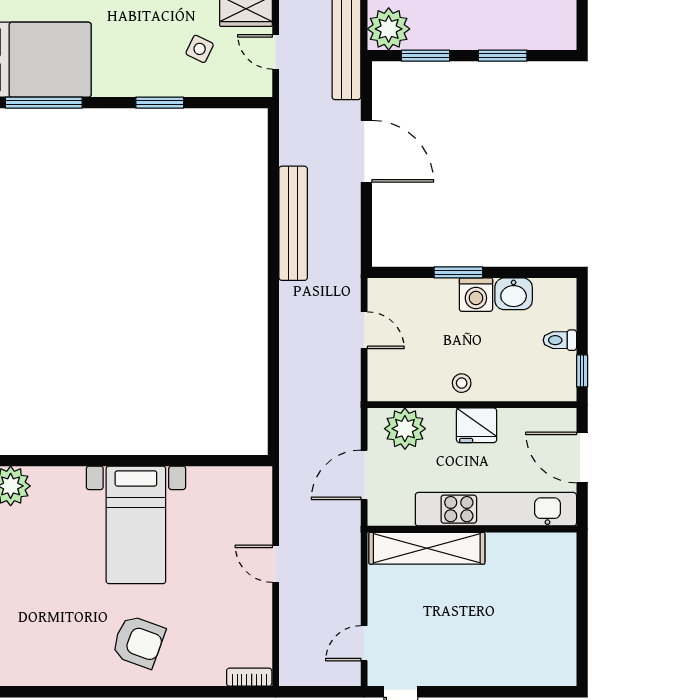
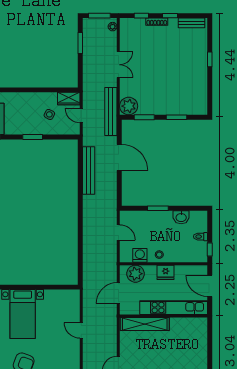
bench: (293, 223) -> (89, 171), moved
washing machine: (476, 295) -> (140, 255), moved, turned 180

